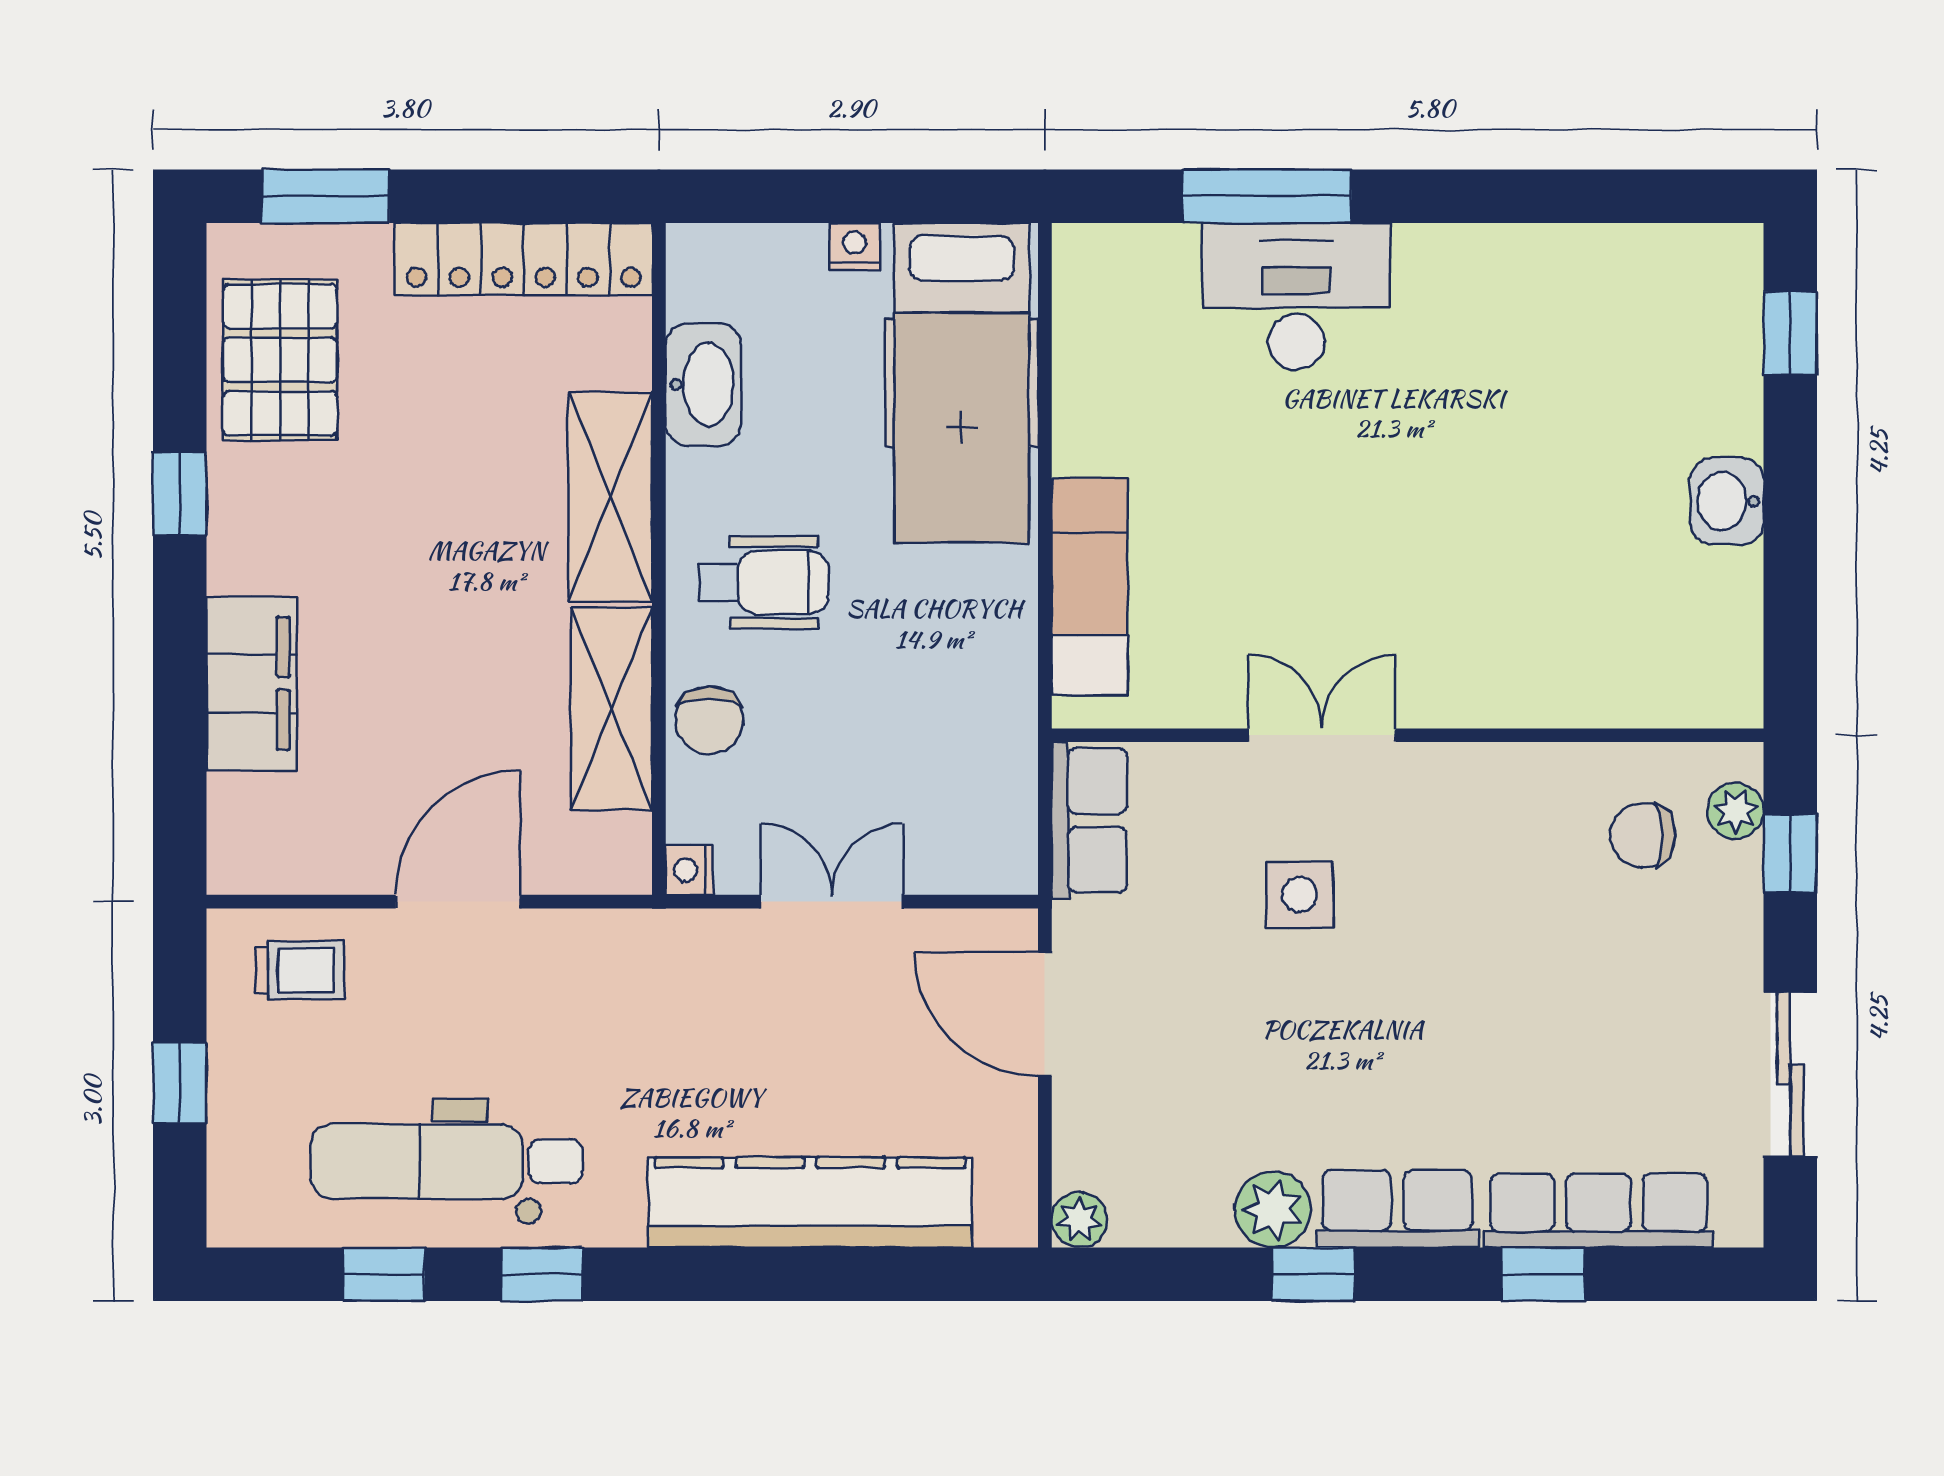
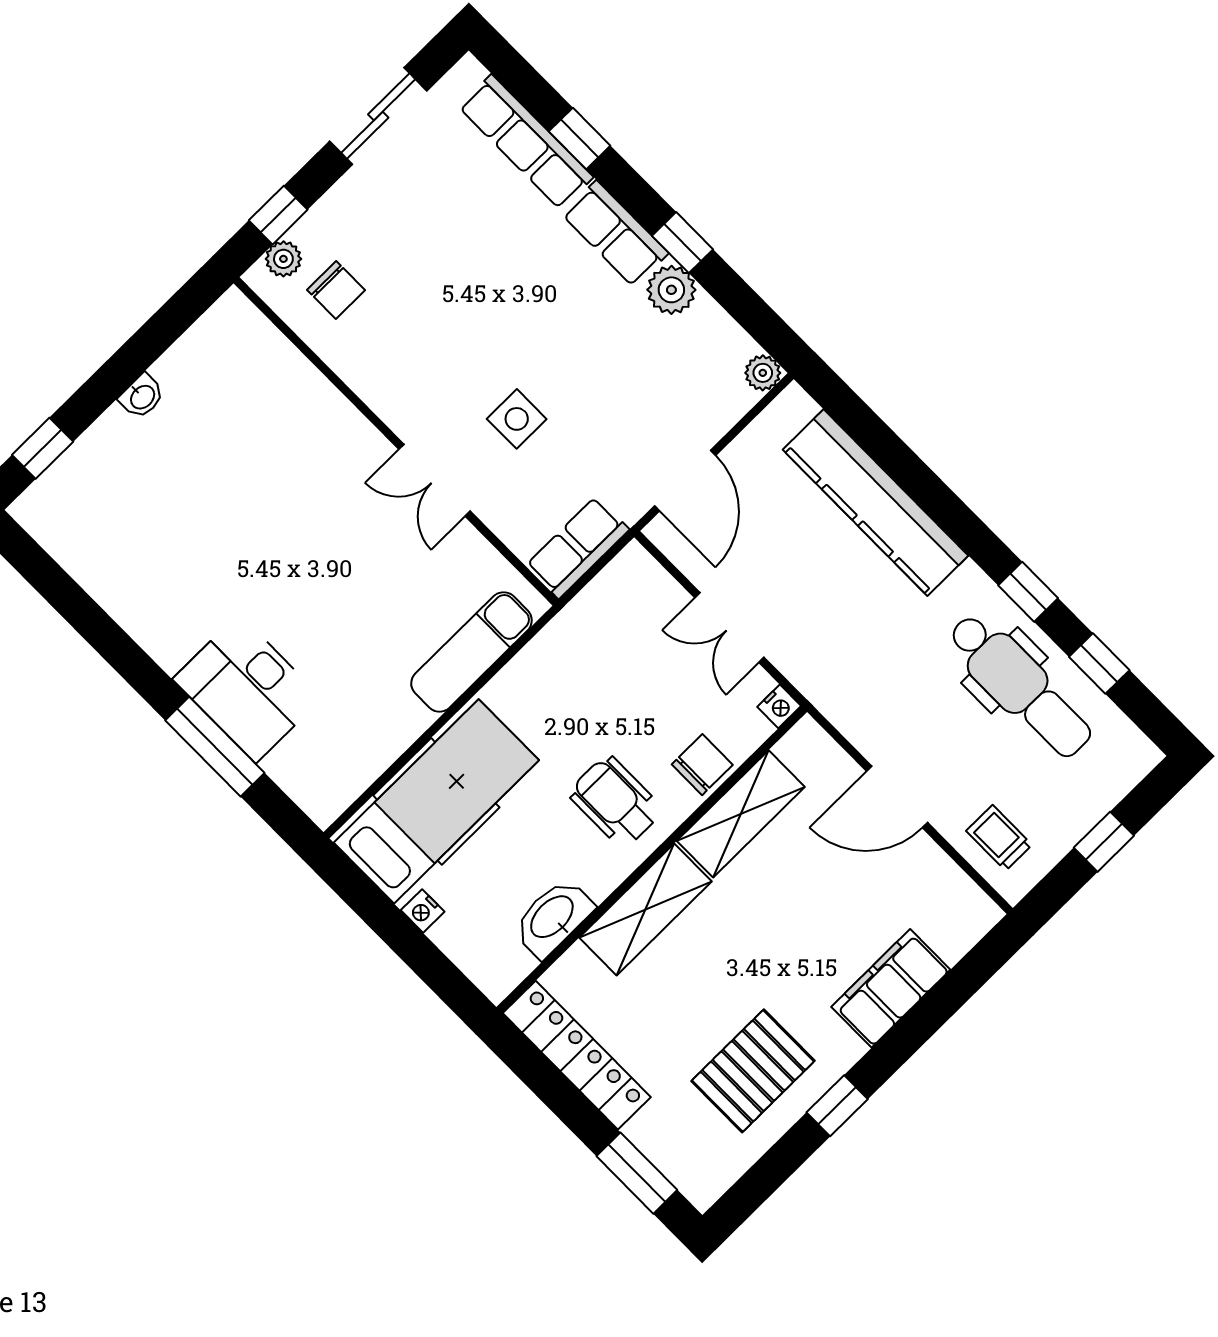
pallet: (280, 360) -> (753, 1071), moved
washbasin: (1727, 501) -> (142, 396), width x0.72, depth x0.69

